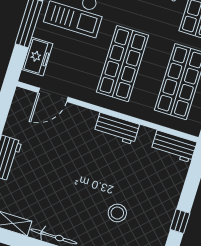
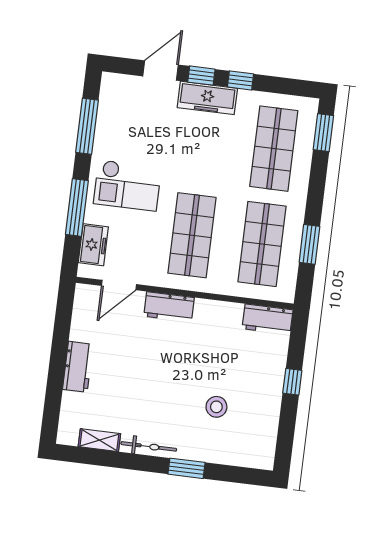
workbench: (117, 129) -> (169, 307), moved
window: (180, 221) -> (292, 382), moved

